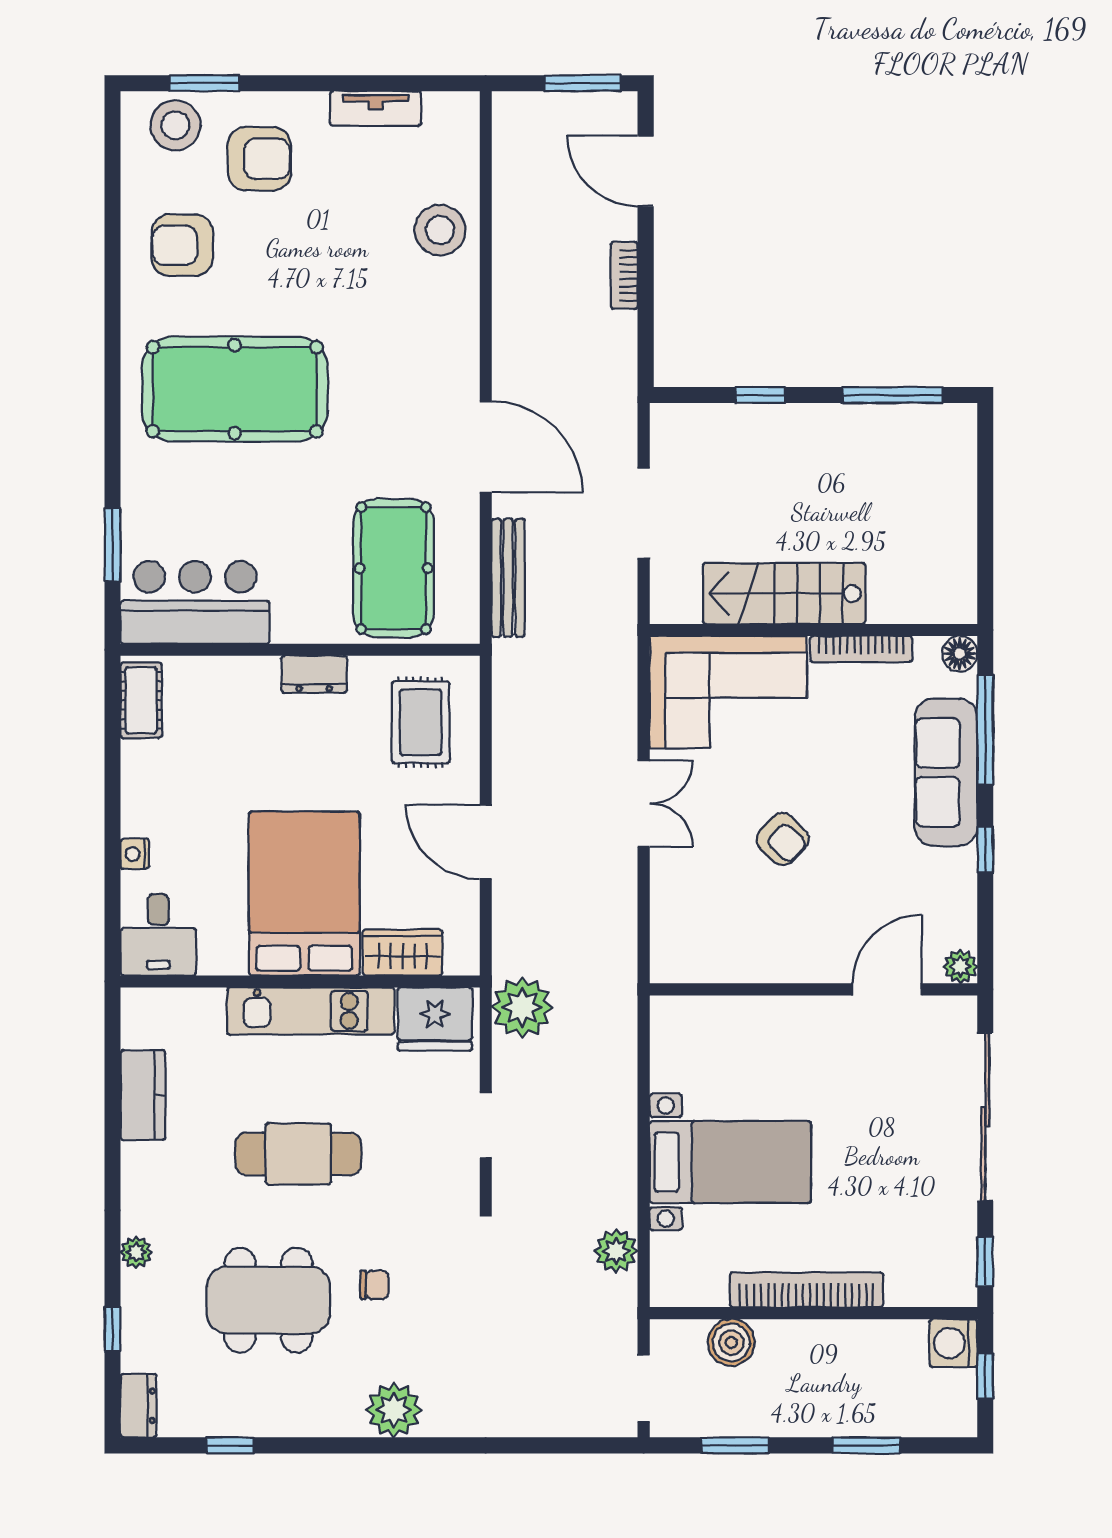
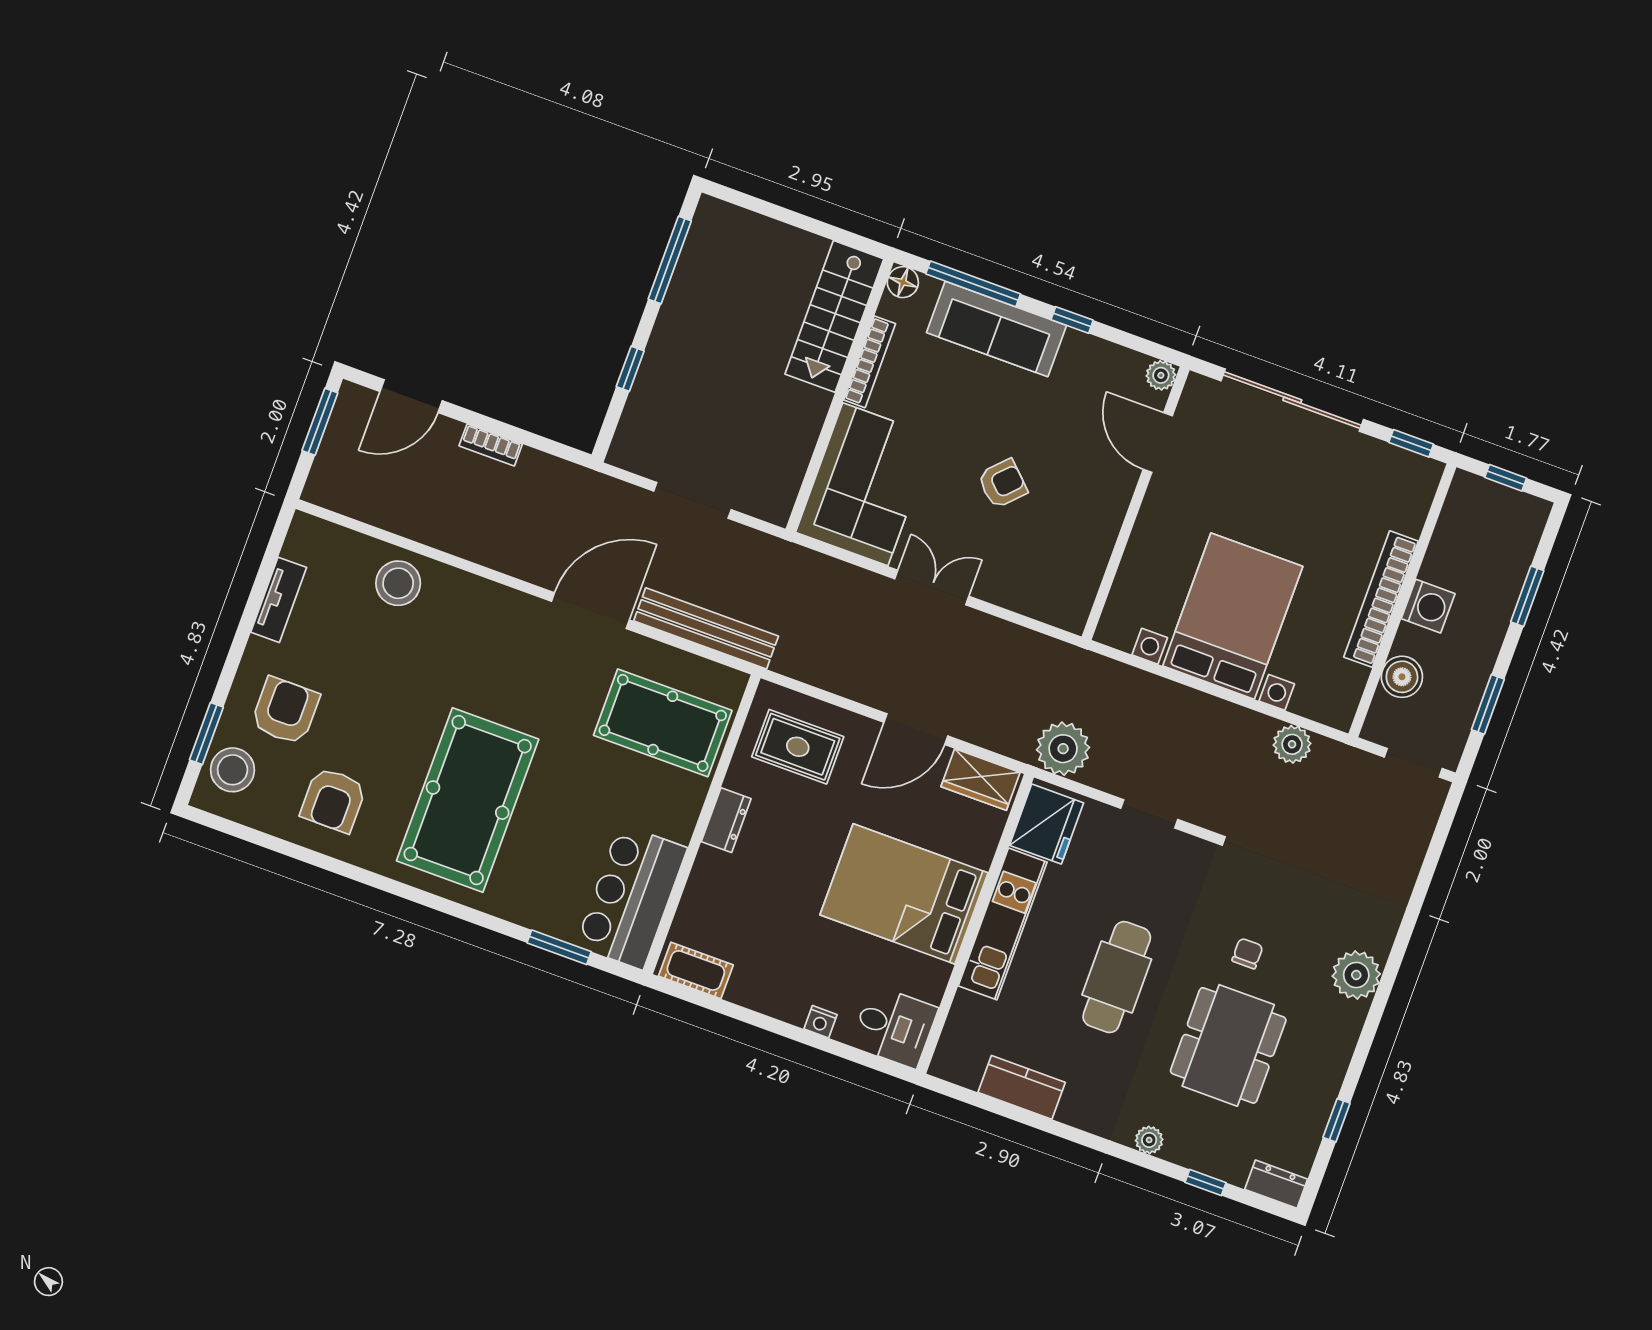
bench: (508, 578) -> (706, 628), width x1.37, depth x1.21
stairs: (784, 594) -> (834, 316), moved
wardrobe: (403, 952) -> (980, 780), moved, turned -90
bed with nightstands: (730, 1162) -> (1233, 616), width x1.36
washing machine: (953, 1343) -> (1428, 606), moved, turned -90

